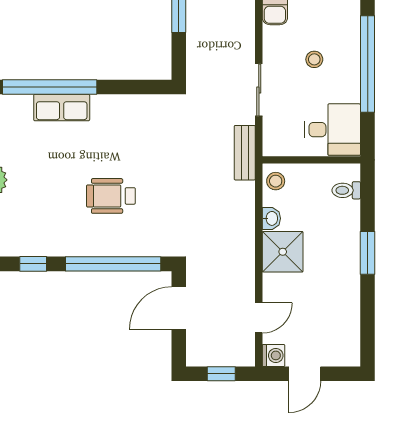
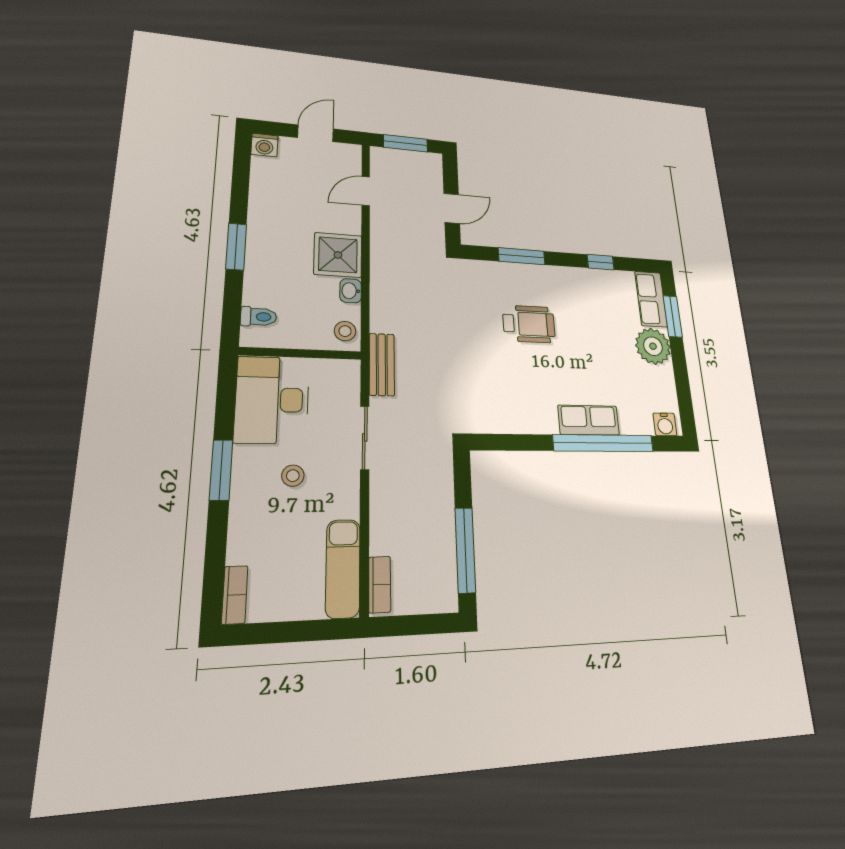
window: (368, 64) -> (221, 470), width x0.47
desk: (332, 130) -> (272, 400), width x1.37
window: (113, 264) -> (522, 256), width x0.47
door: (179, 308) -> (452, 208), width x0.73
washing machine: (274, 355) -> (265, 145), moved, turned -90
window: (221, 374) -> (406, 143), width x1.50

